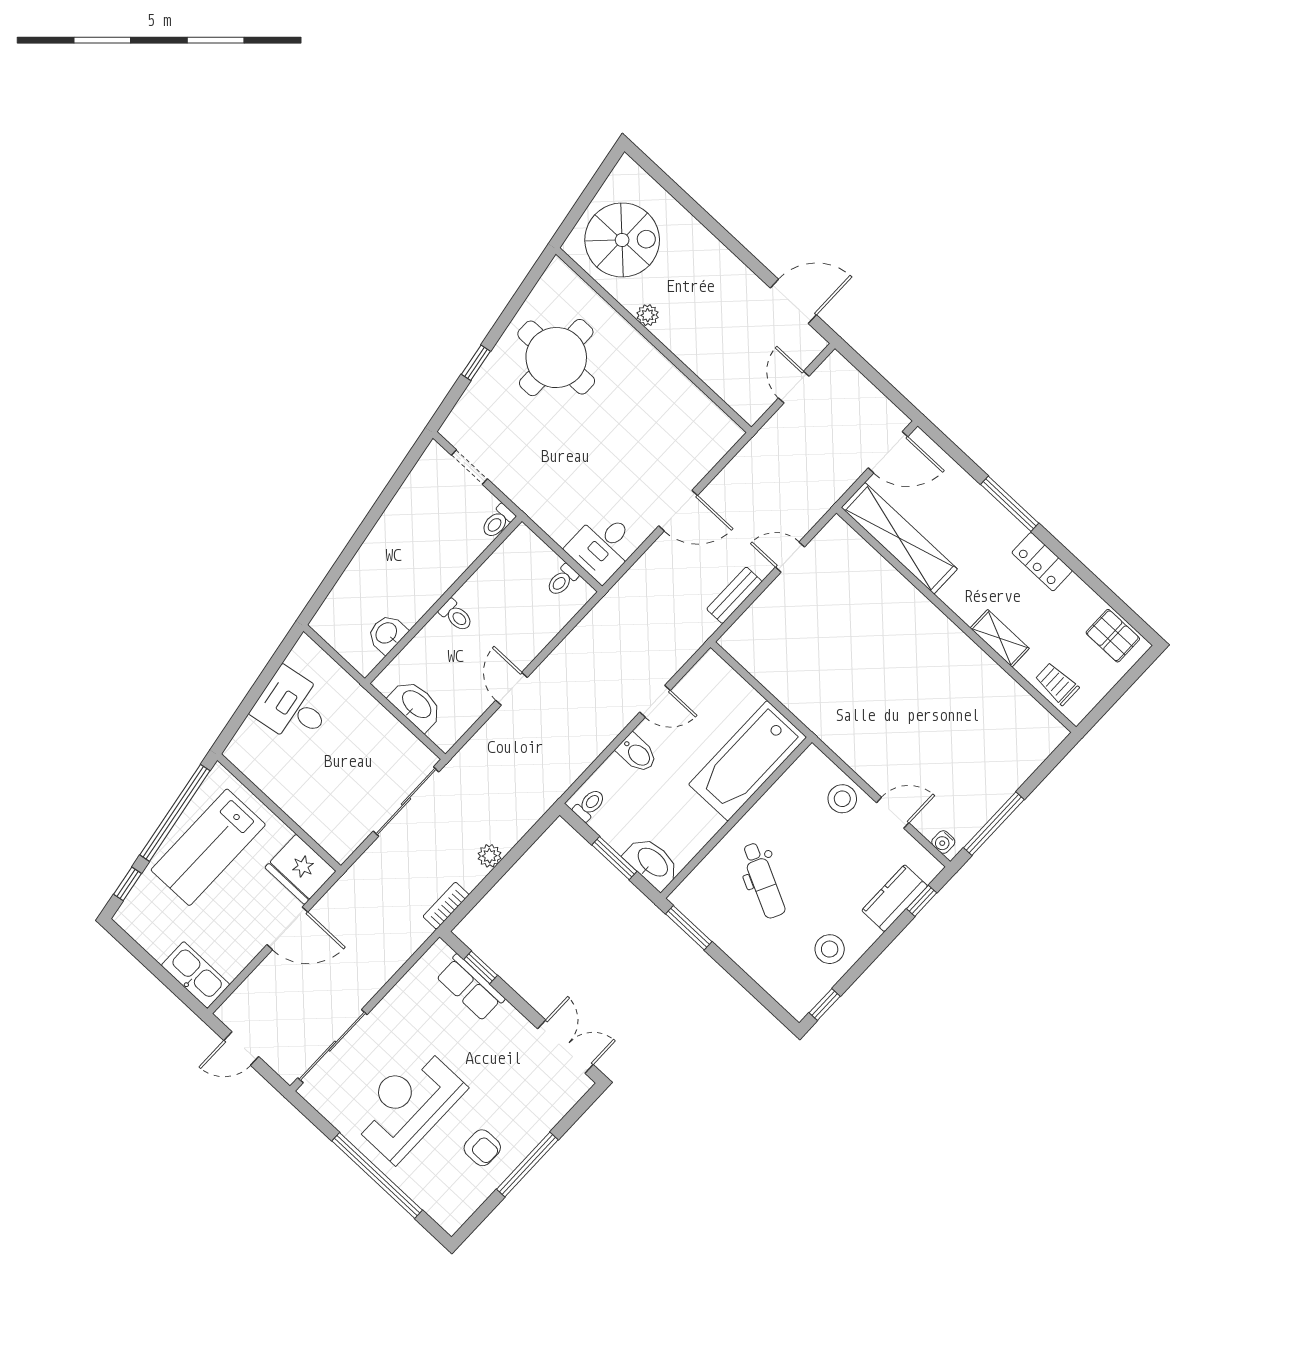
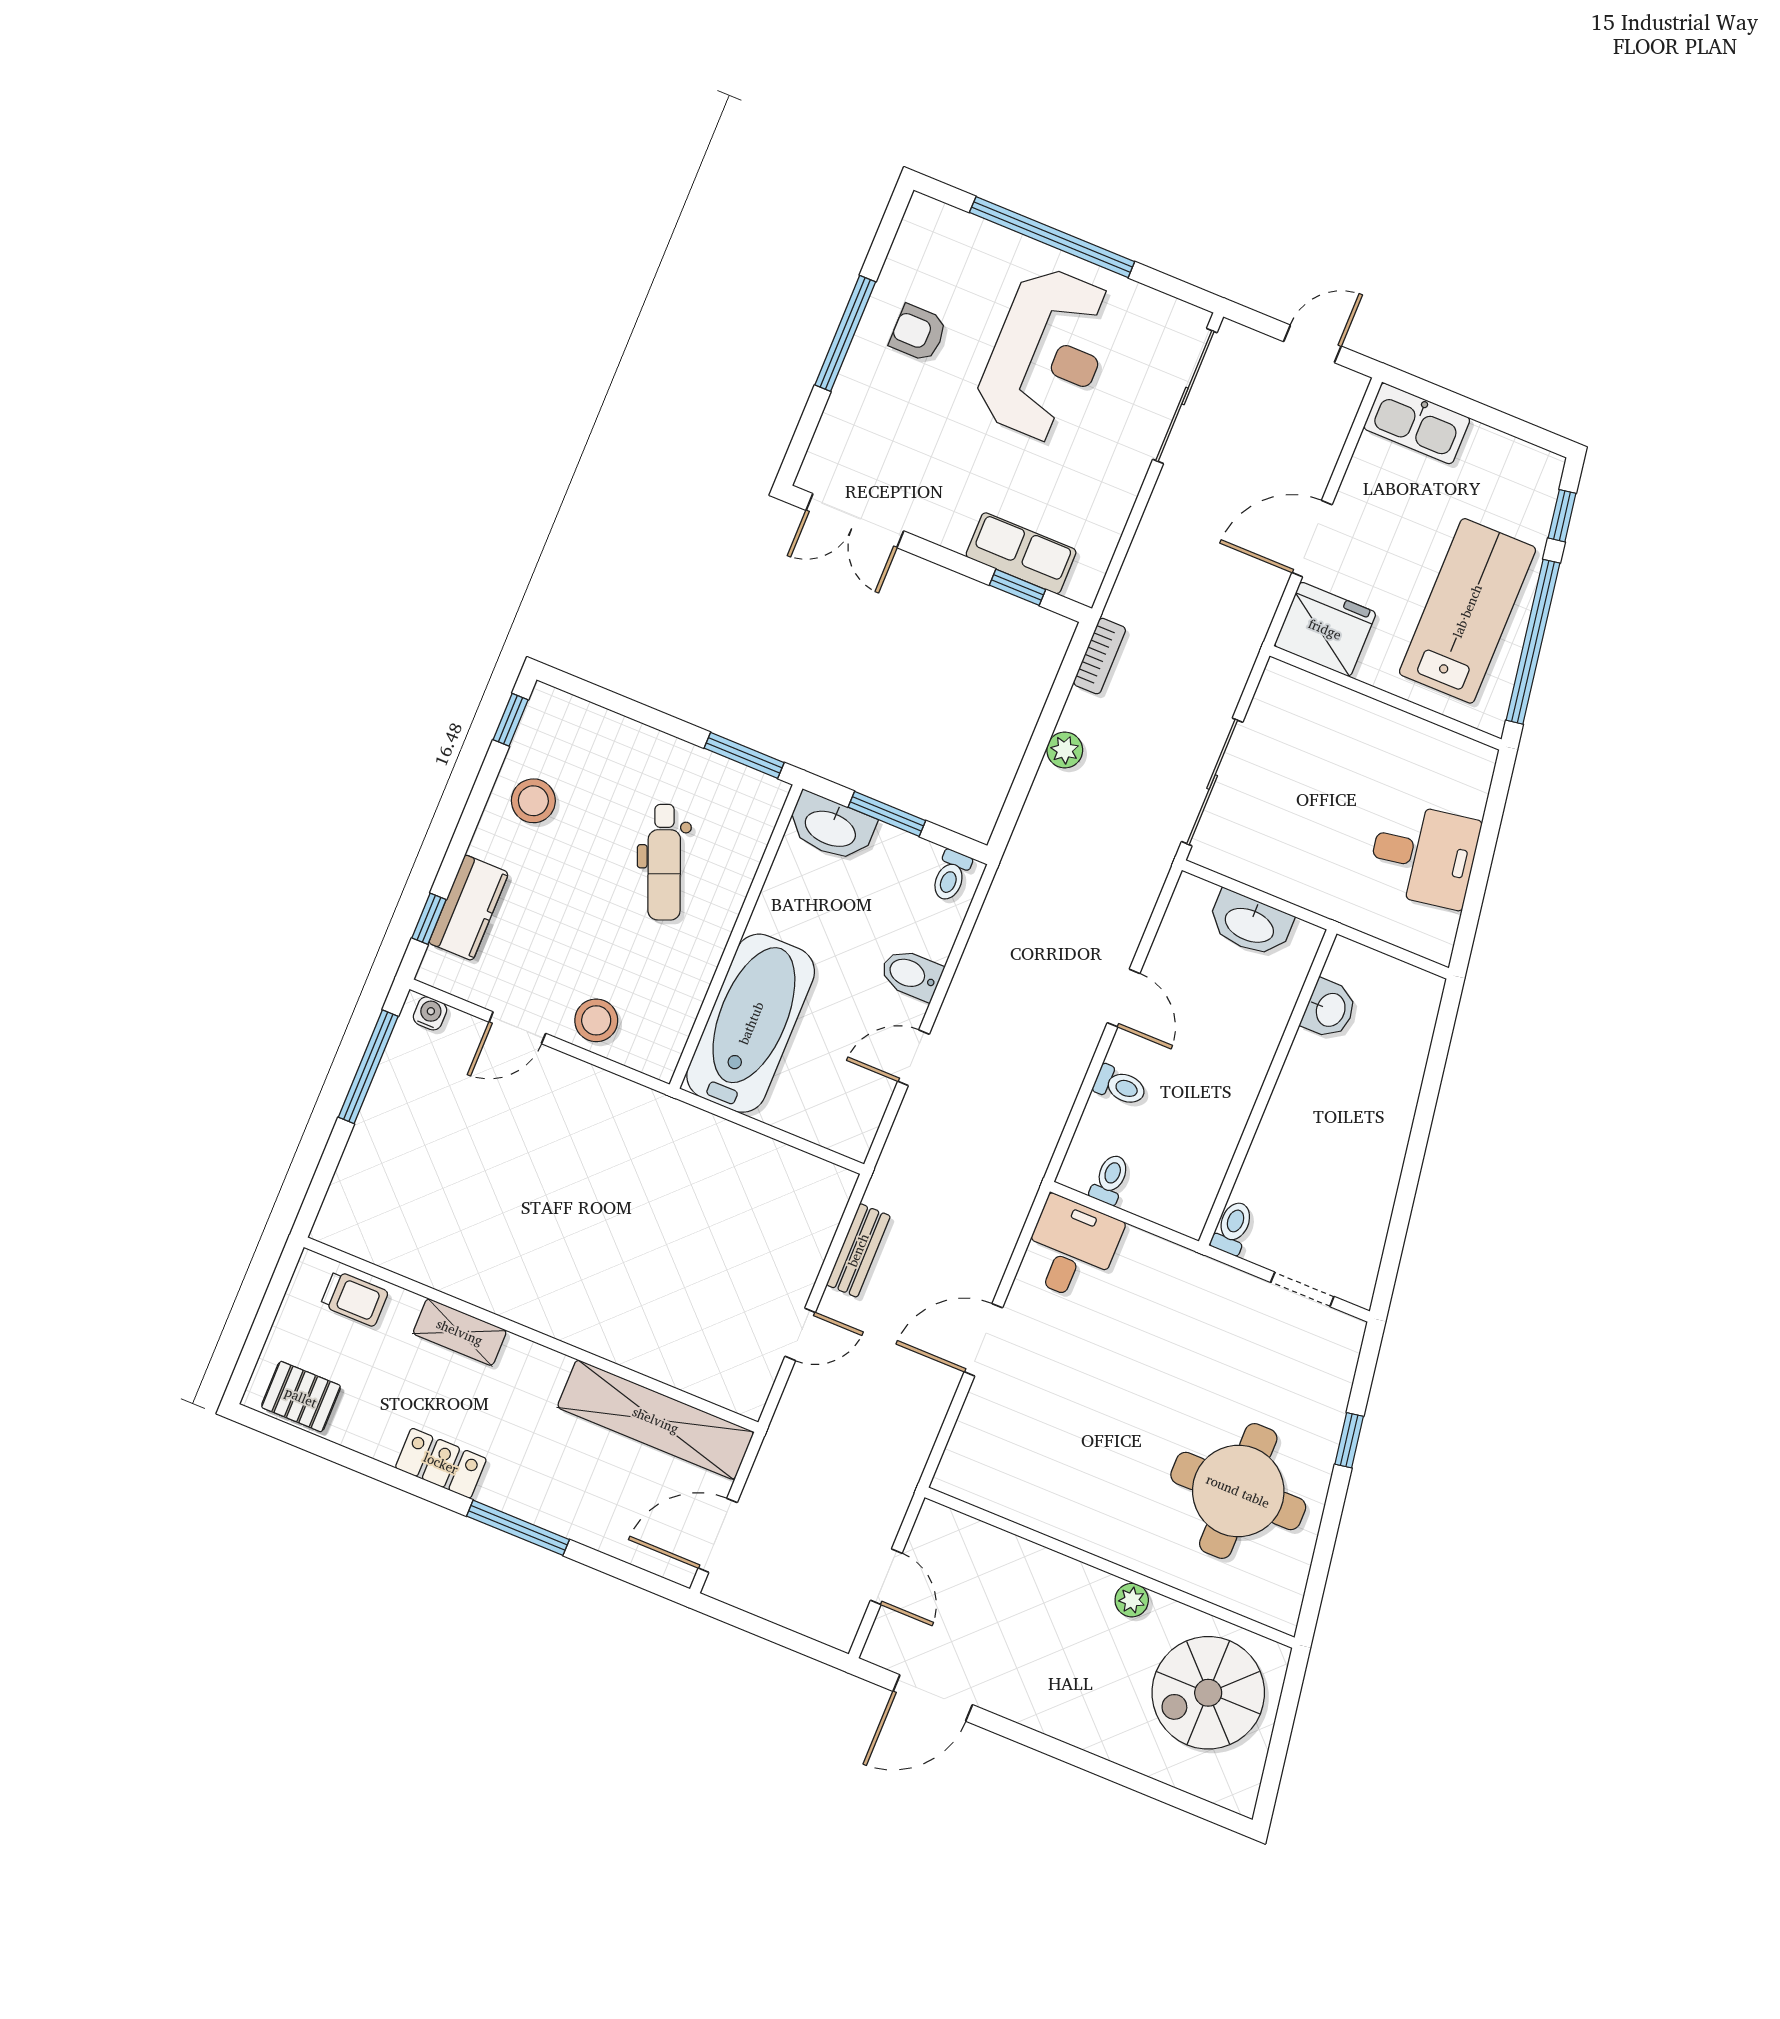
toilet: (456, 615) -> (1120, 1086), moved, turned 180
dental chair: (763, 880) -> (664, 862), turned -138

